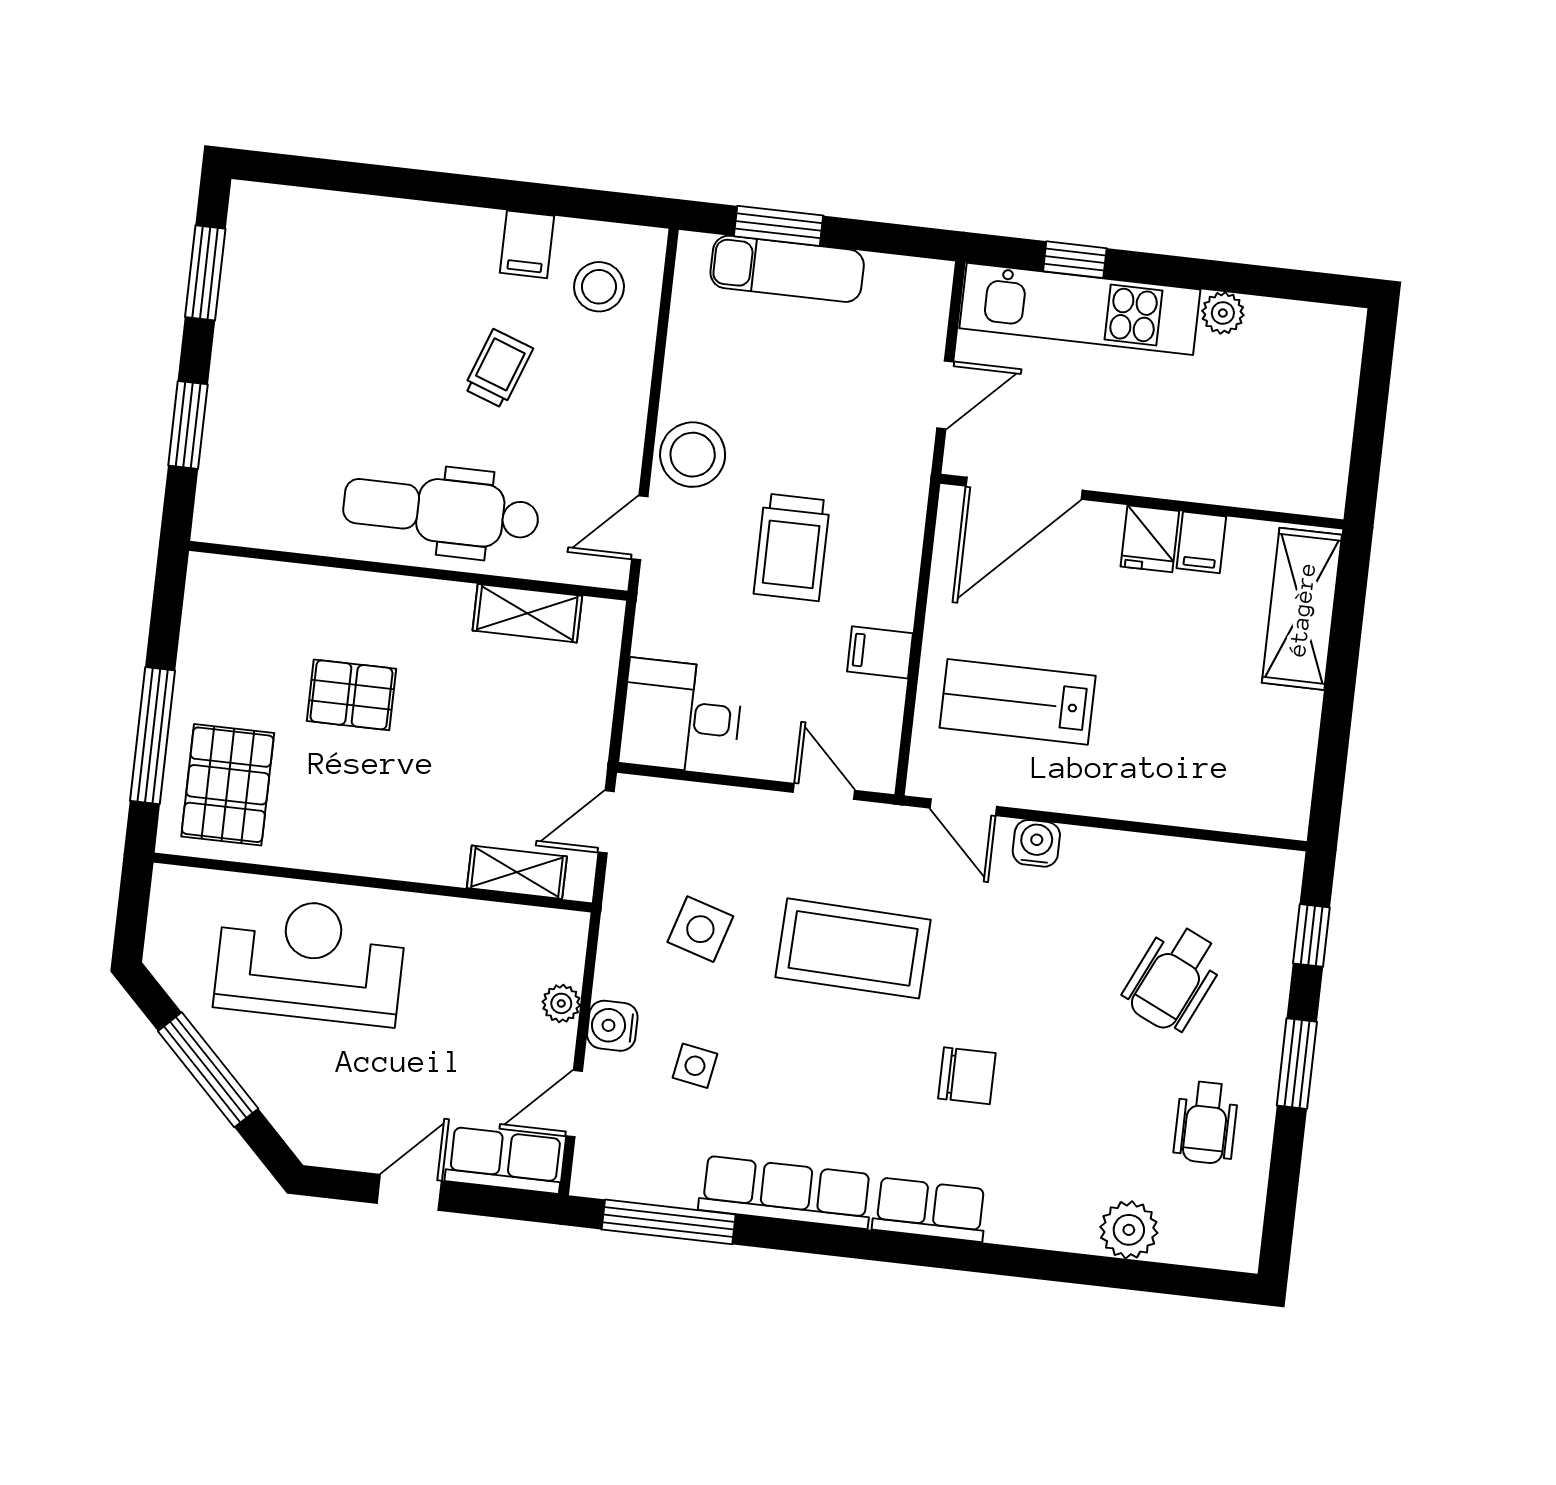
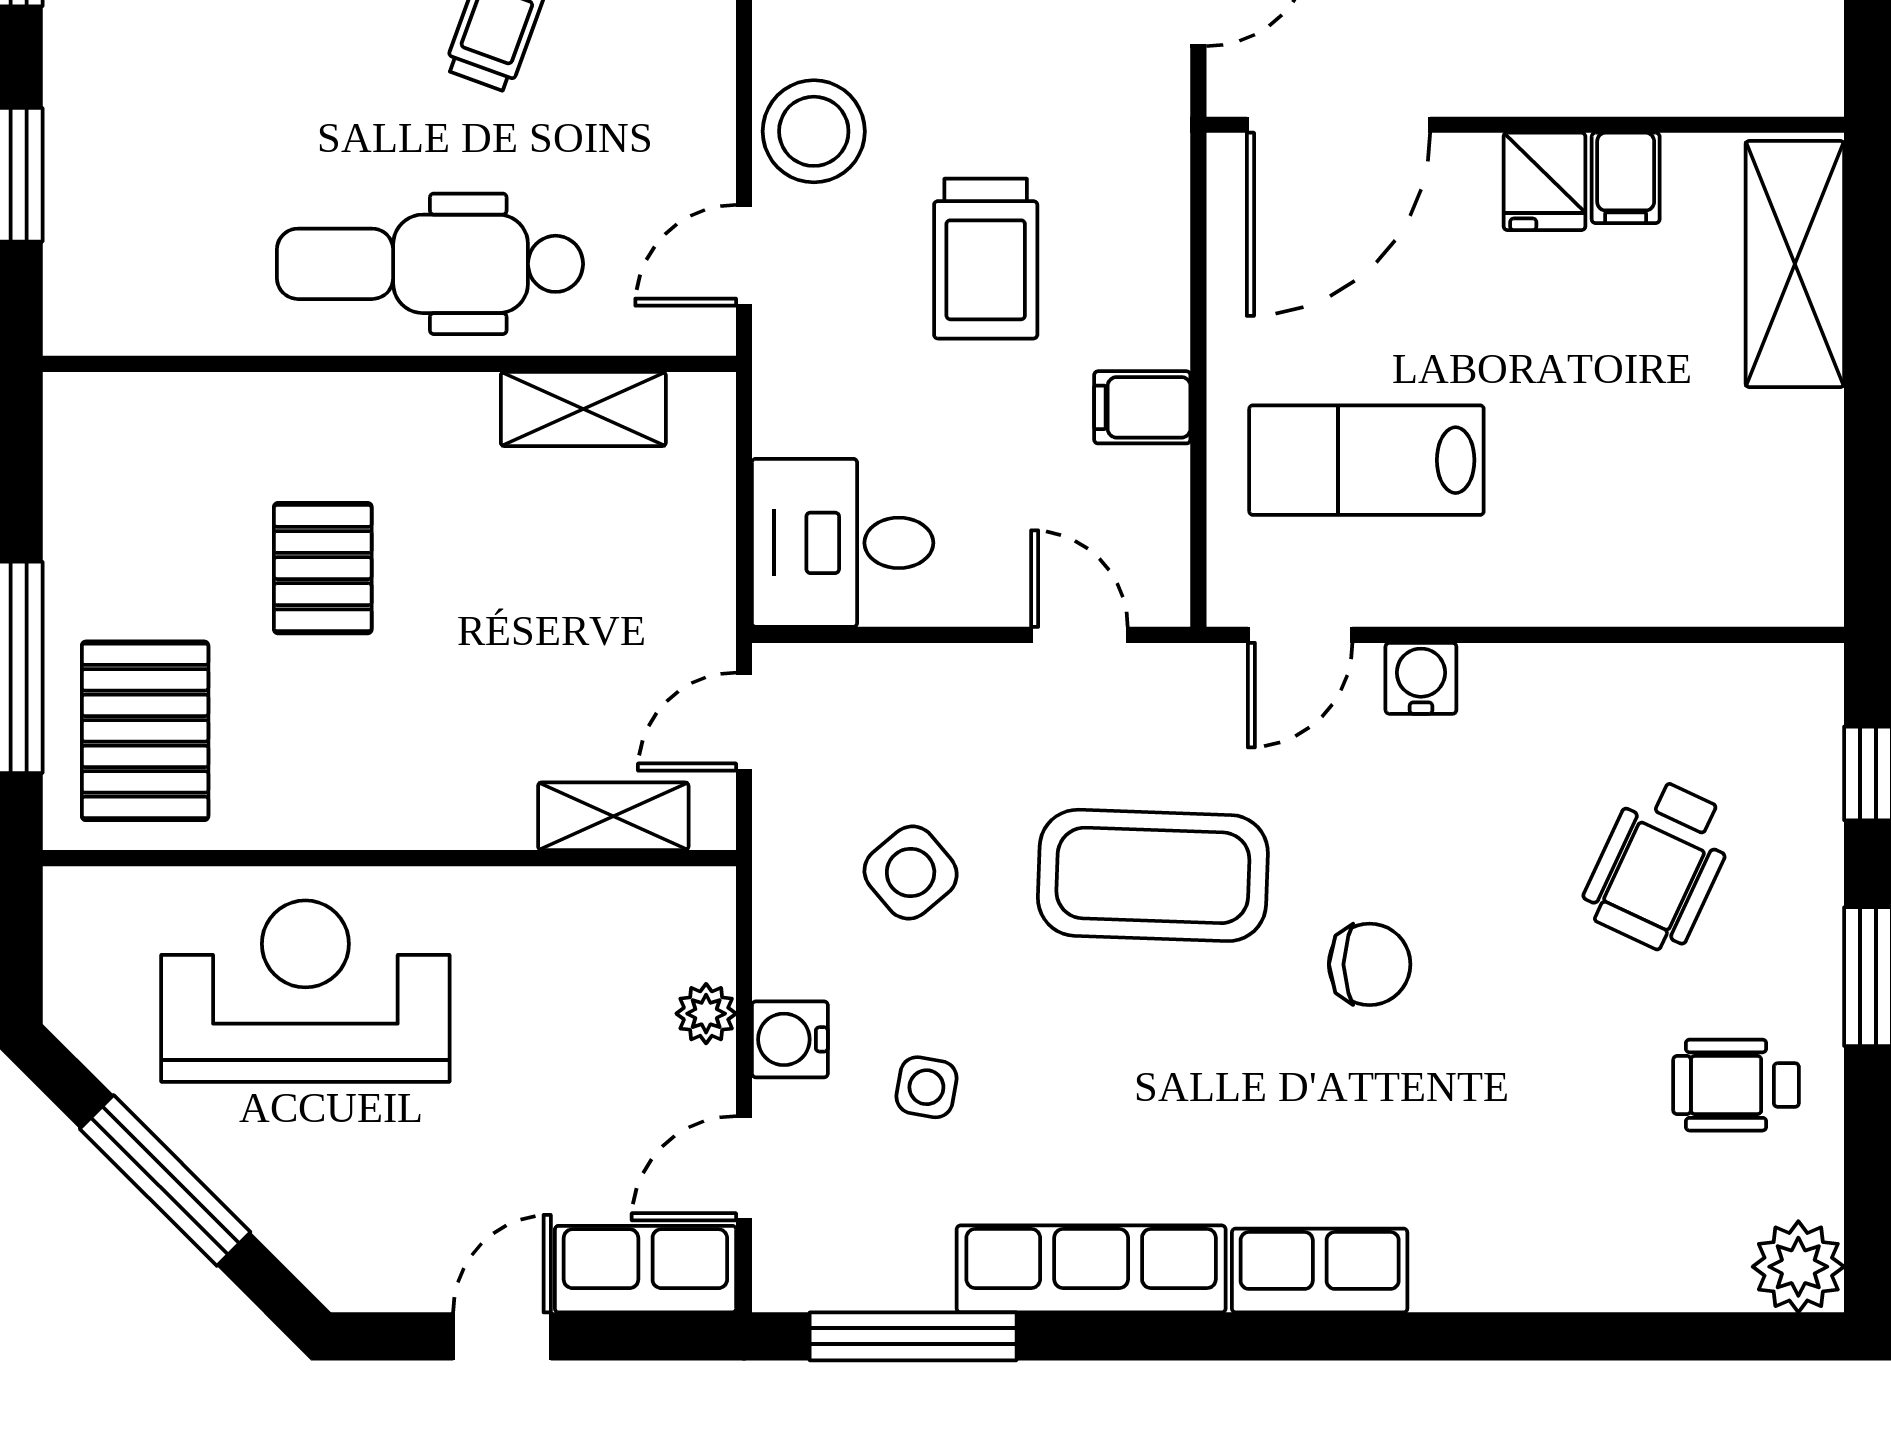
pallet: (351, 695) -> (323, 568), turned 90
door: (963, 807) -> (1300, 635), hinge flipped
side table: (700, 929) -> (911, 873), turned 33
chair: (967, 1076) -> (1370, 964), moved
wheelchair: (1206, 1123) -> (1736, 1085), turned 90
plant: (1129, 1230) -> (1798, 1267), moved

